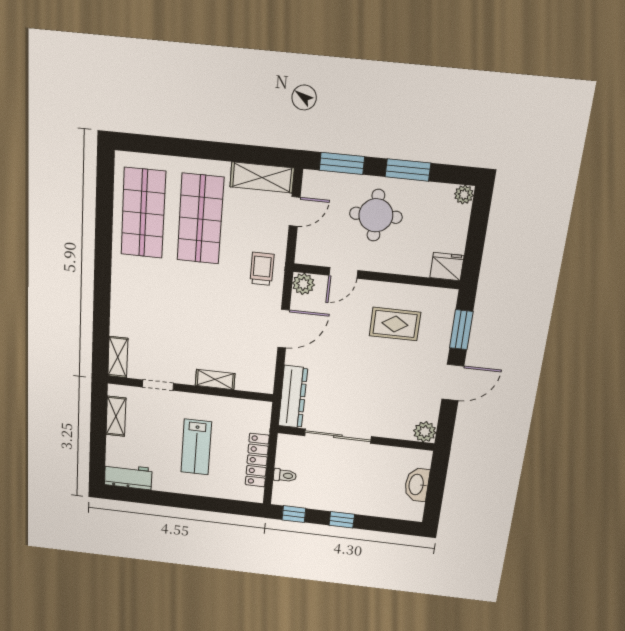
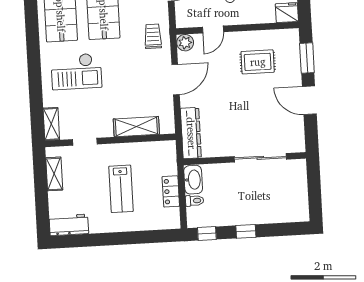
checkout: (156, 298) -> (76, 71), added
shelving: (215, 379) -> (136, 127), width x1.50, depth x1.33
door: (453, 383) -> (309, 100), swing flipped
plant: (425, 432) -> (296, 144), removed
sliding door: (338, 436) -> (260, 158), moved
locker: (257, 460) -> (171, 191), width x0.66
washbasin: (417, 485) -> (193, 180), moved, turned 180

